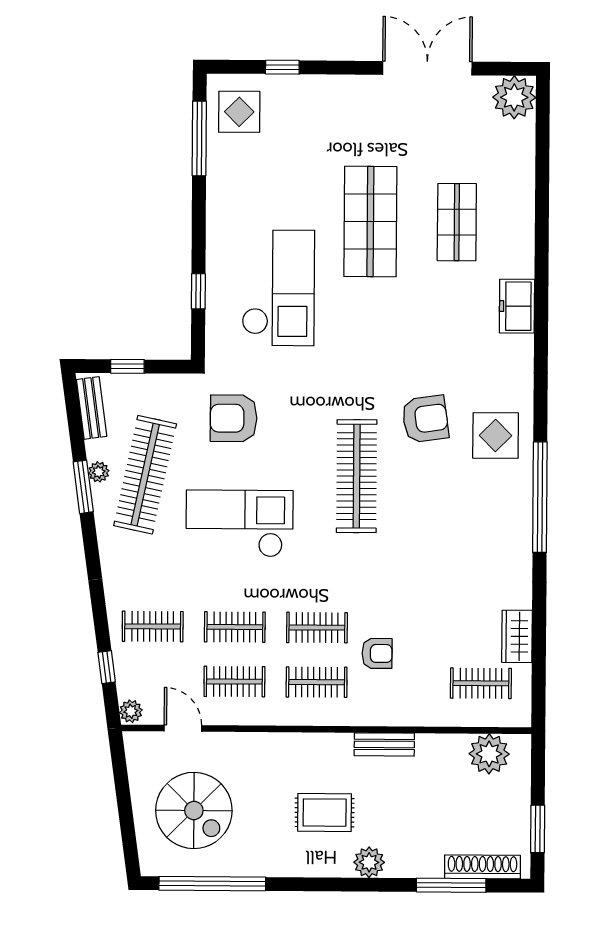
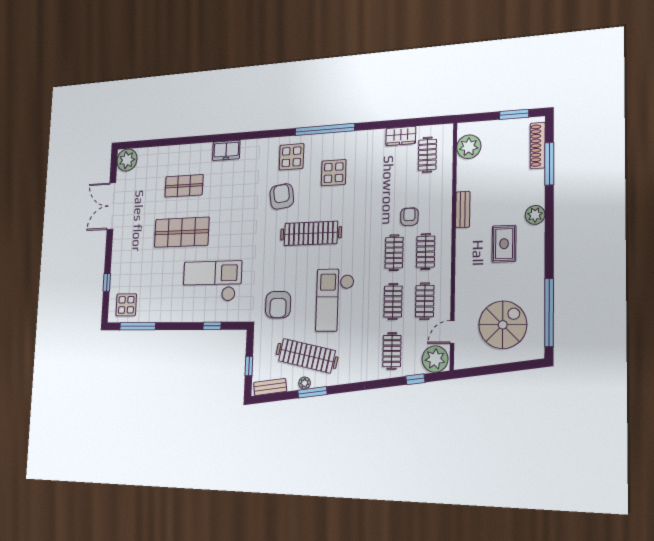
display table: (462, 516) -> (334, 173), added
plant: (131, 711) -> (435, 359), width x1.88, depth x1.88

